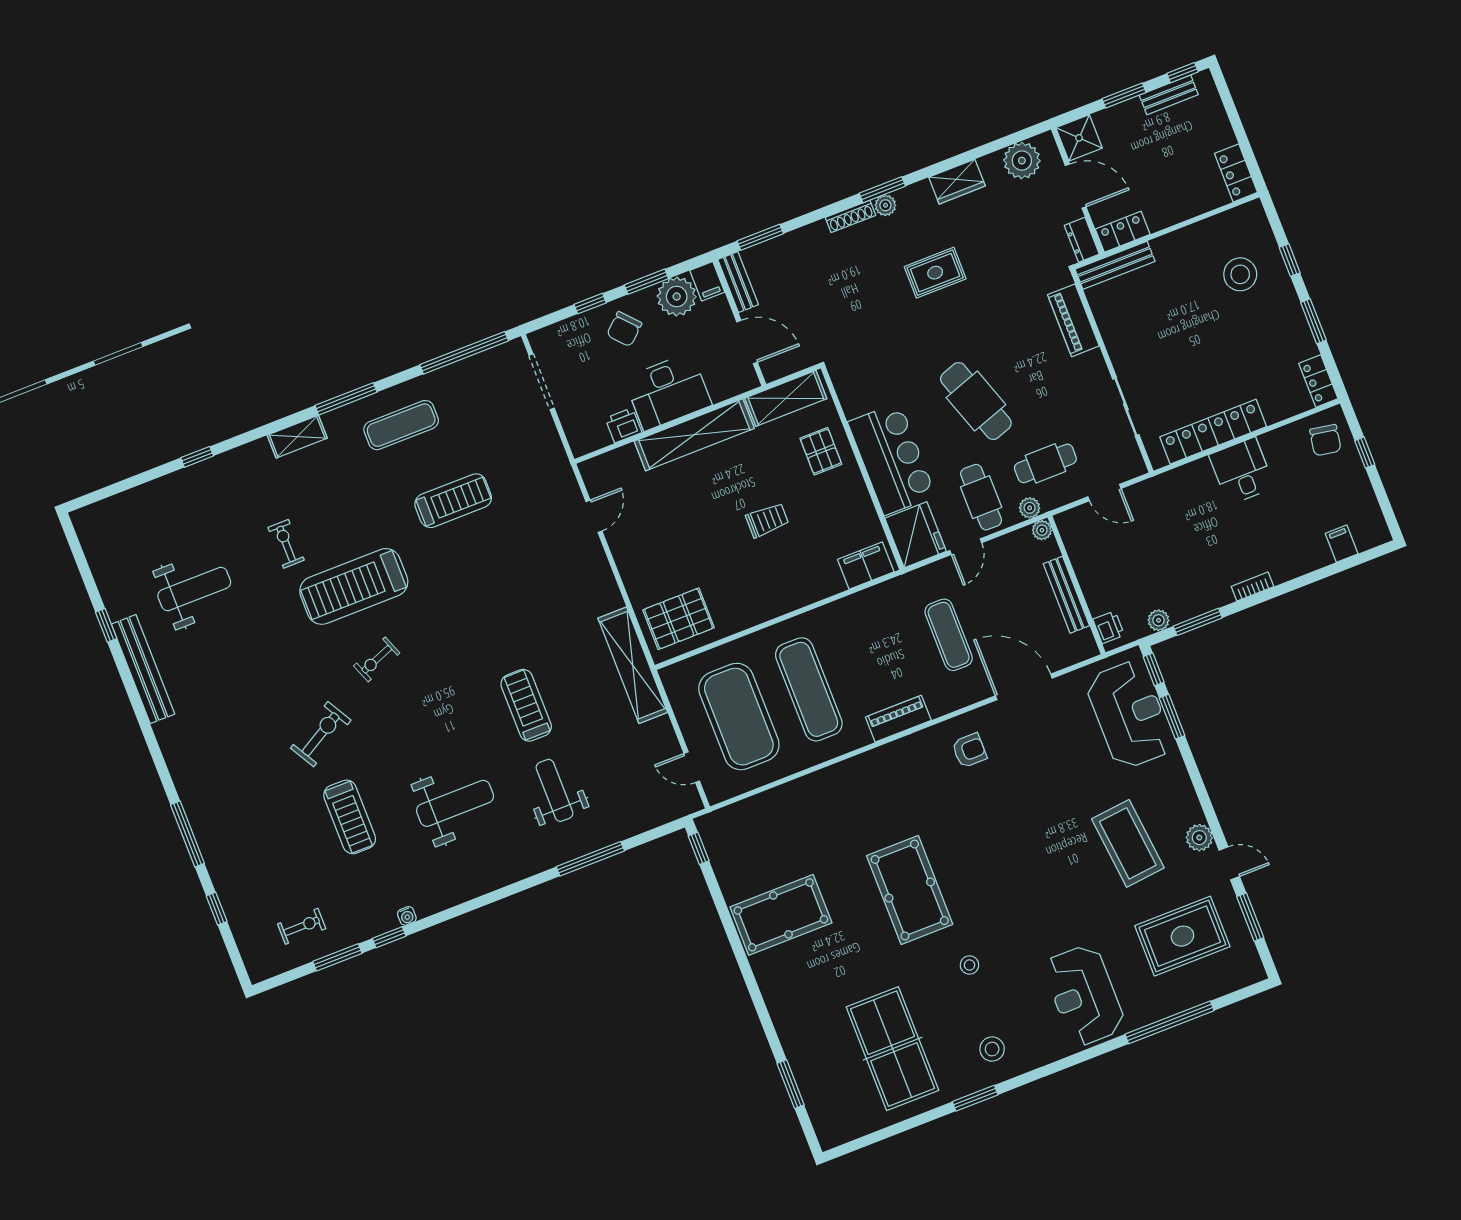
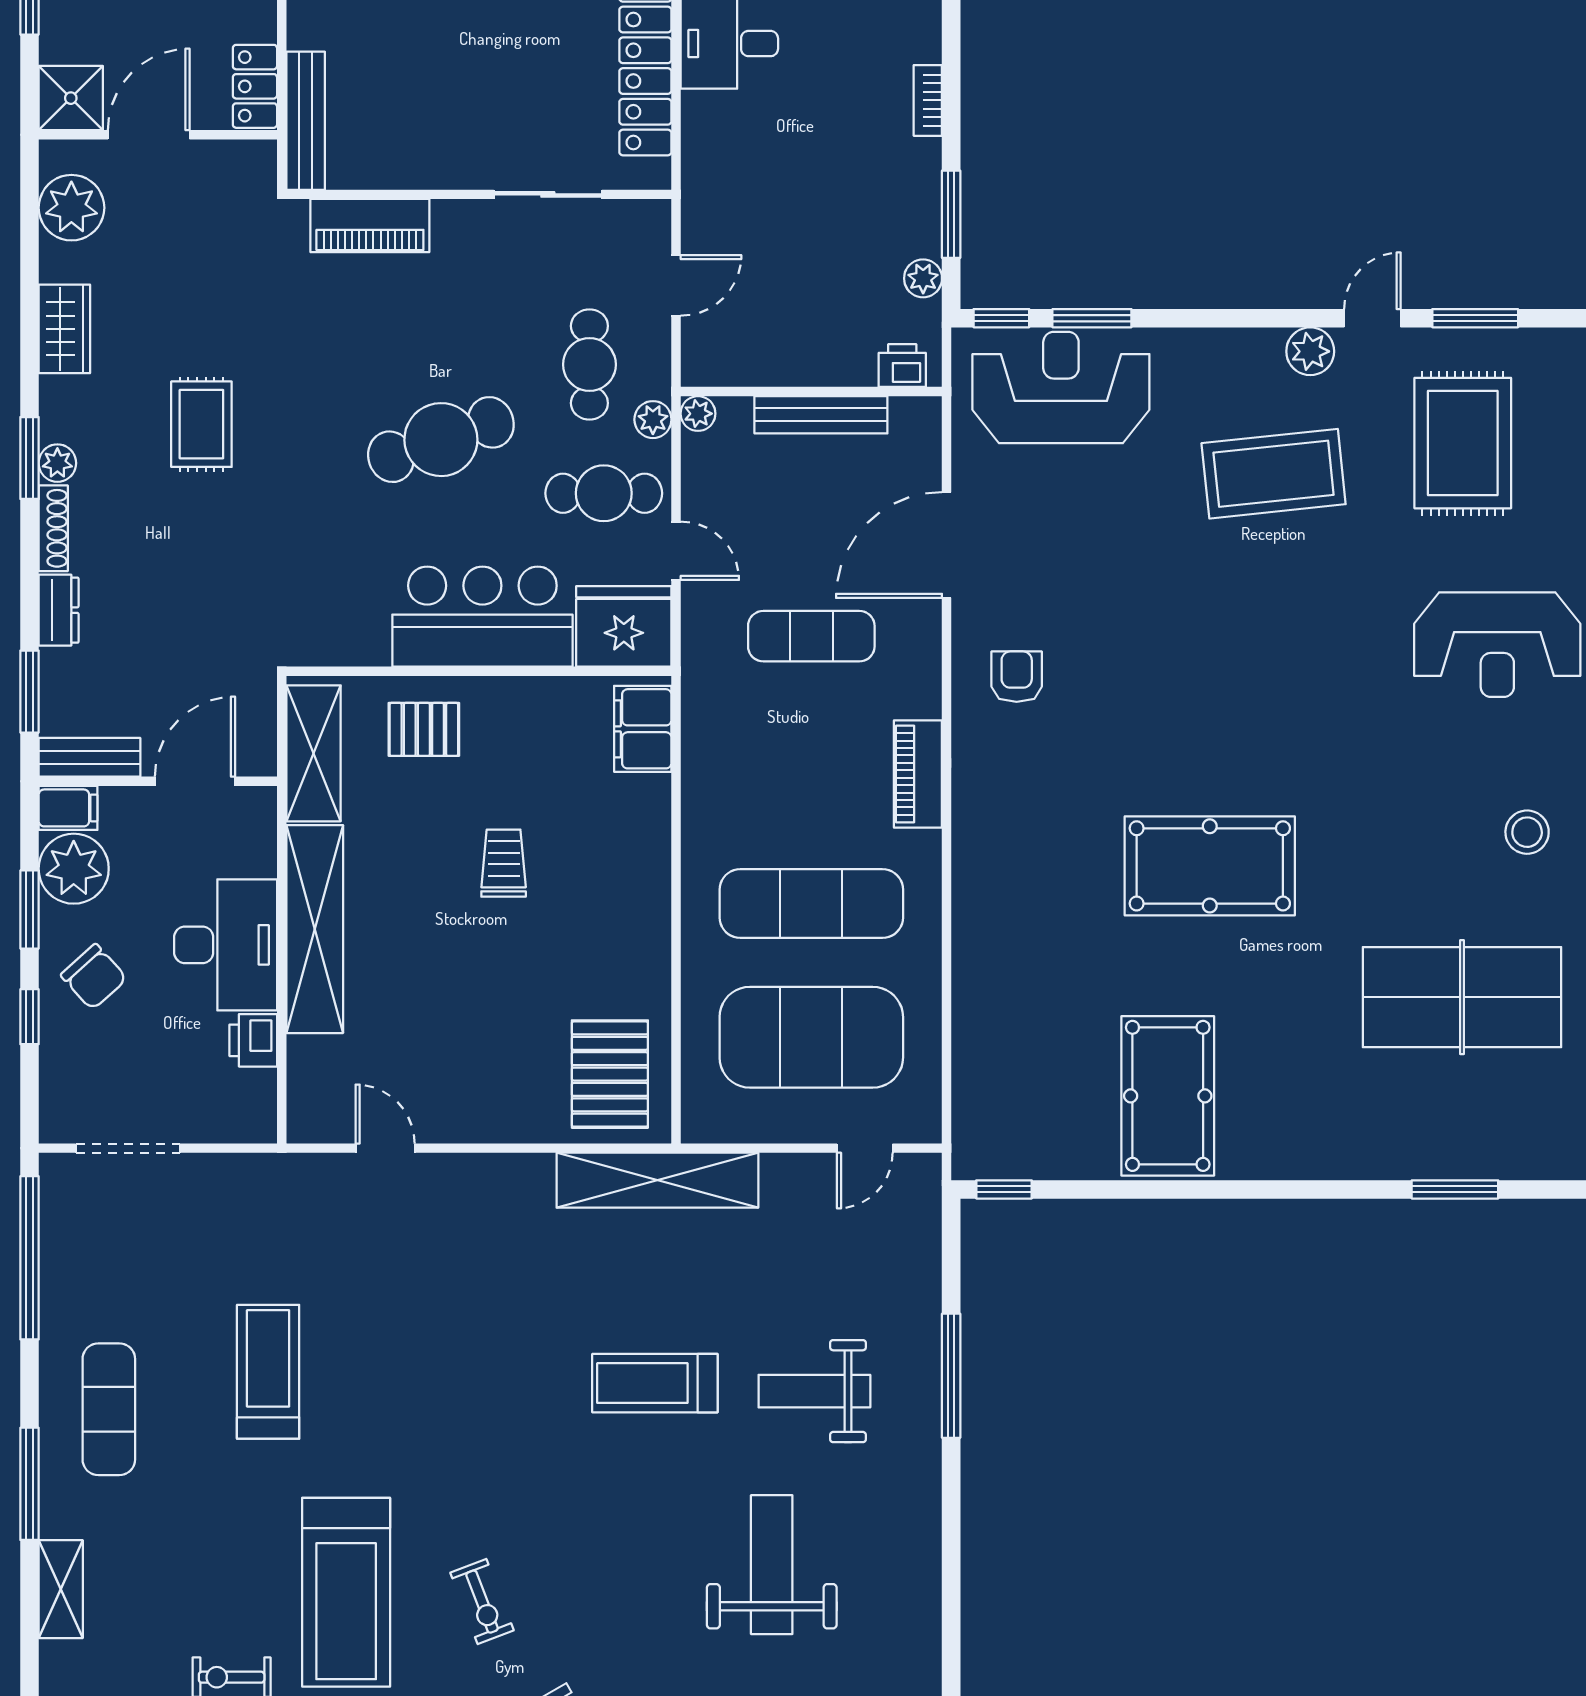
dresser: (1082, 240) -> (59, 610), moved, turned -90
stool: (969, 965) -> (1373, 815), removed

